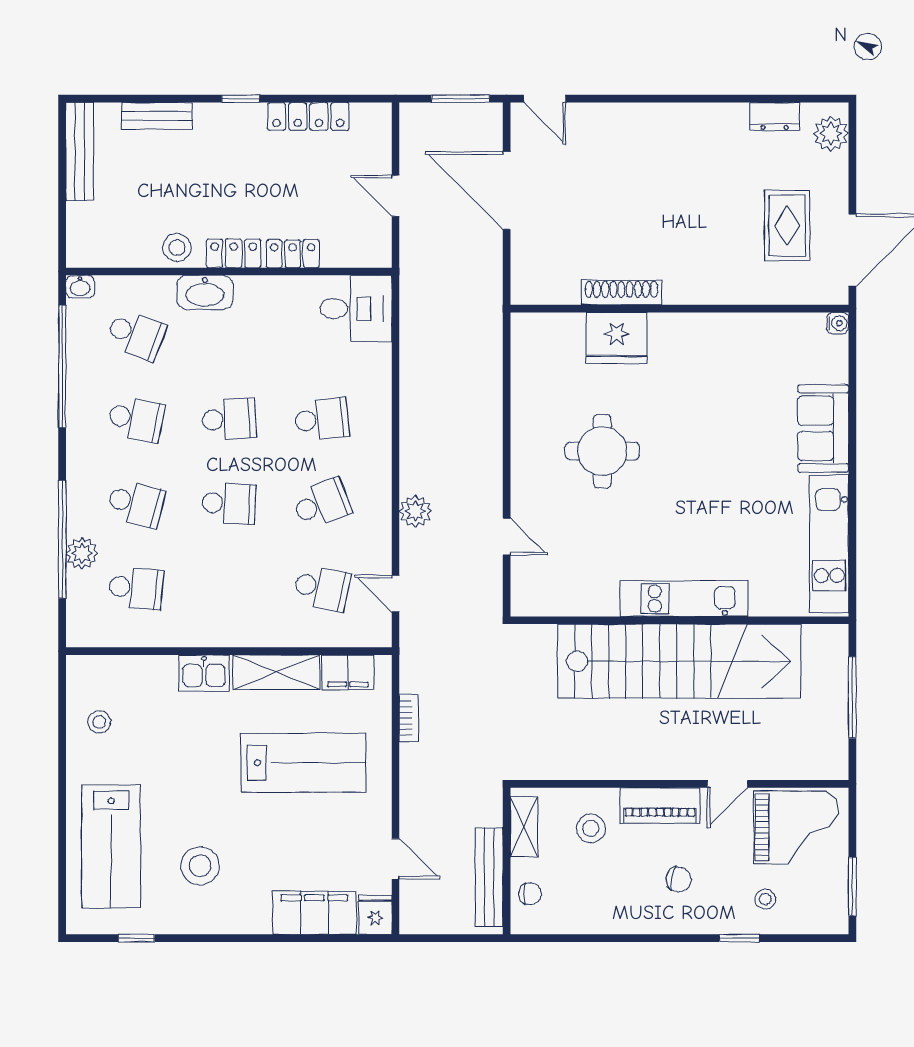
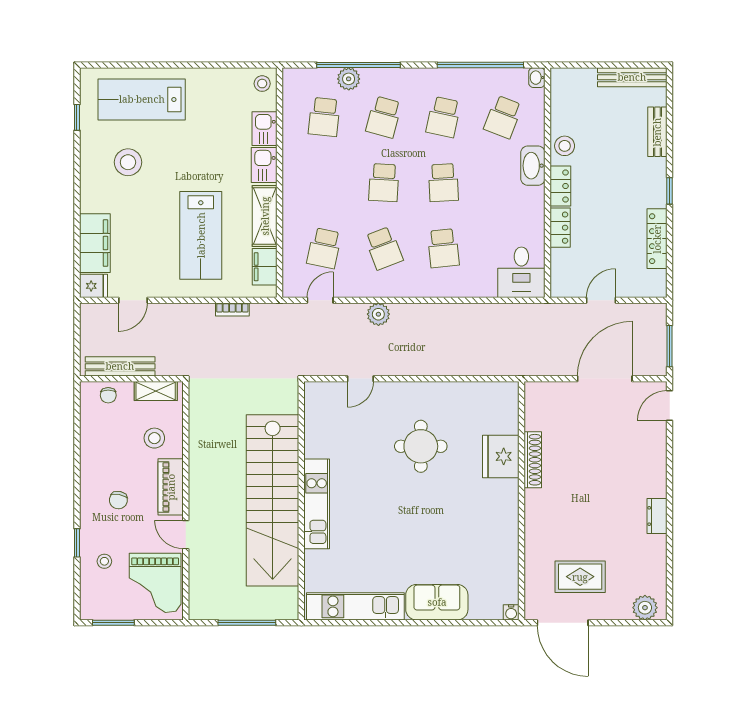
dresser: (775, 117) -> (657, 516), moved
kitchen sink: (152, 672) -> (265, 129), added
stool: (99, 722) -> (262, 84), moved

